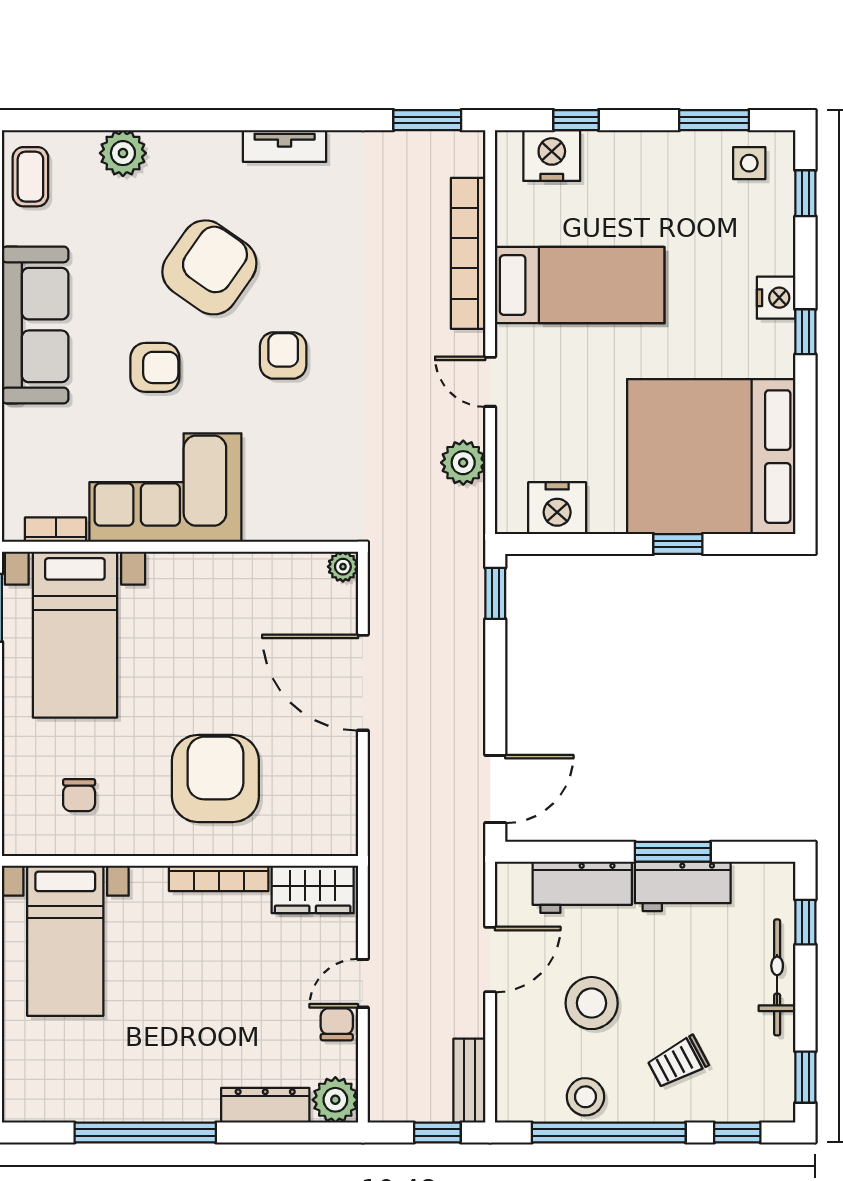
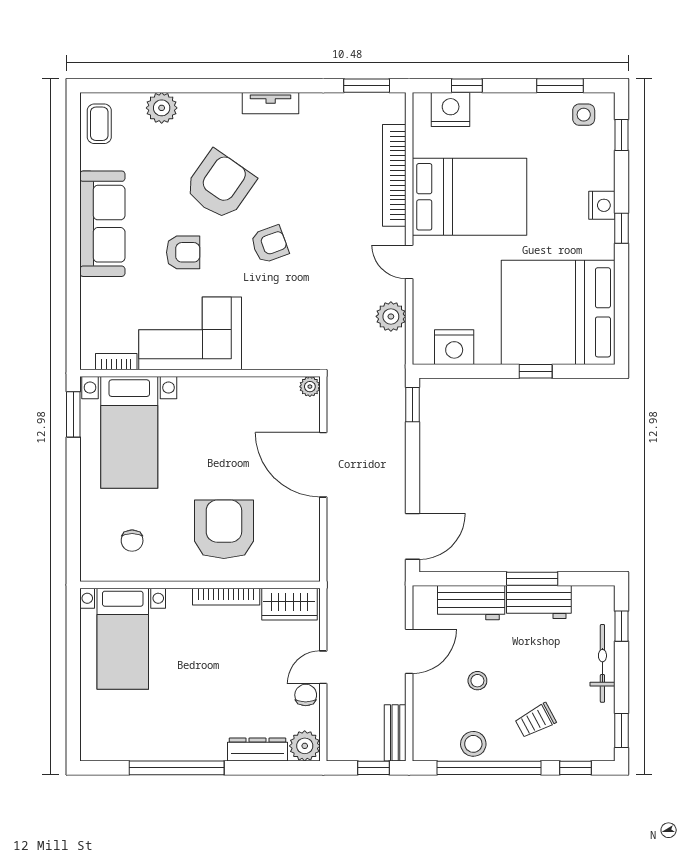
bed: (580, 285) -> (469, 197), width x1.50
armchair: (283, 356) -> (270, 244), turned 70
stool: (592, 1003) -> (477, 681), width x0.53, depth x0.53

